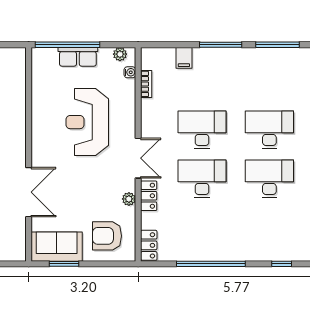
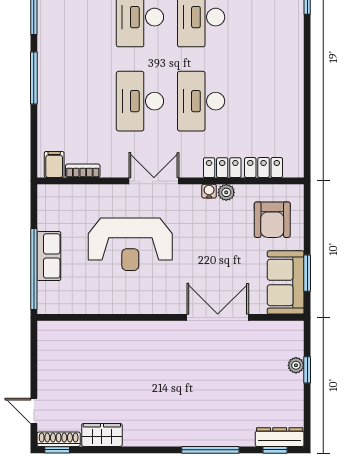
plant: (120, 54) -> (46, 203), removed
filing cabinet: (184, 58) -> (54, 164), moved, turned -90
water cooler: (130, 72) -> (209, 191), moved
double door: (138, 158) -> (154, 181), moved
locker: (149, 245) -> (264, 168), moved
window: (211, 264) -> (307, 90), removed

